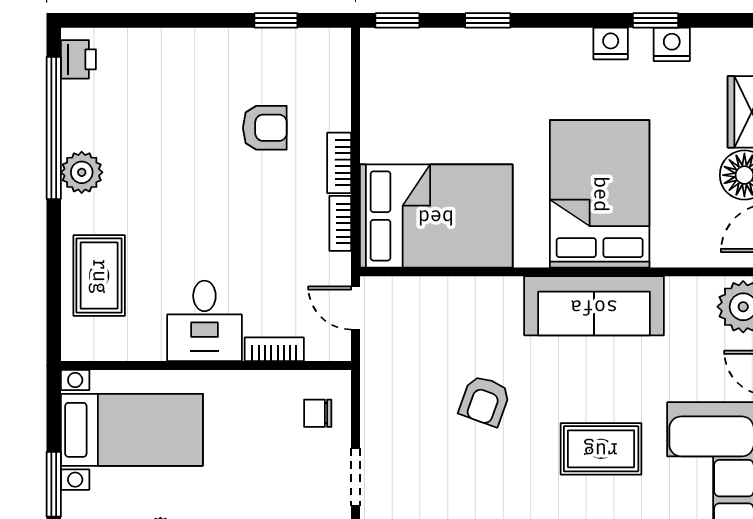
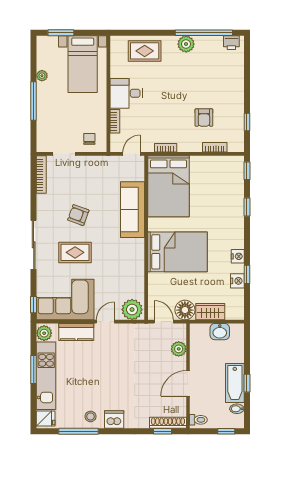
bookcase: (339, 163) -> (215, 147), moved
sofa: (594, 306) -> (132, 210), moved
armchair: (485, 401) -> (78, 215), moved
rug: (601, 449) -> (75, 252), turned 90

